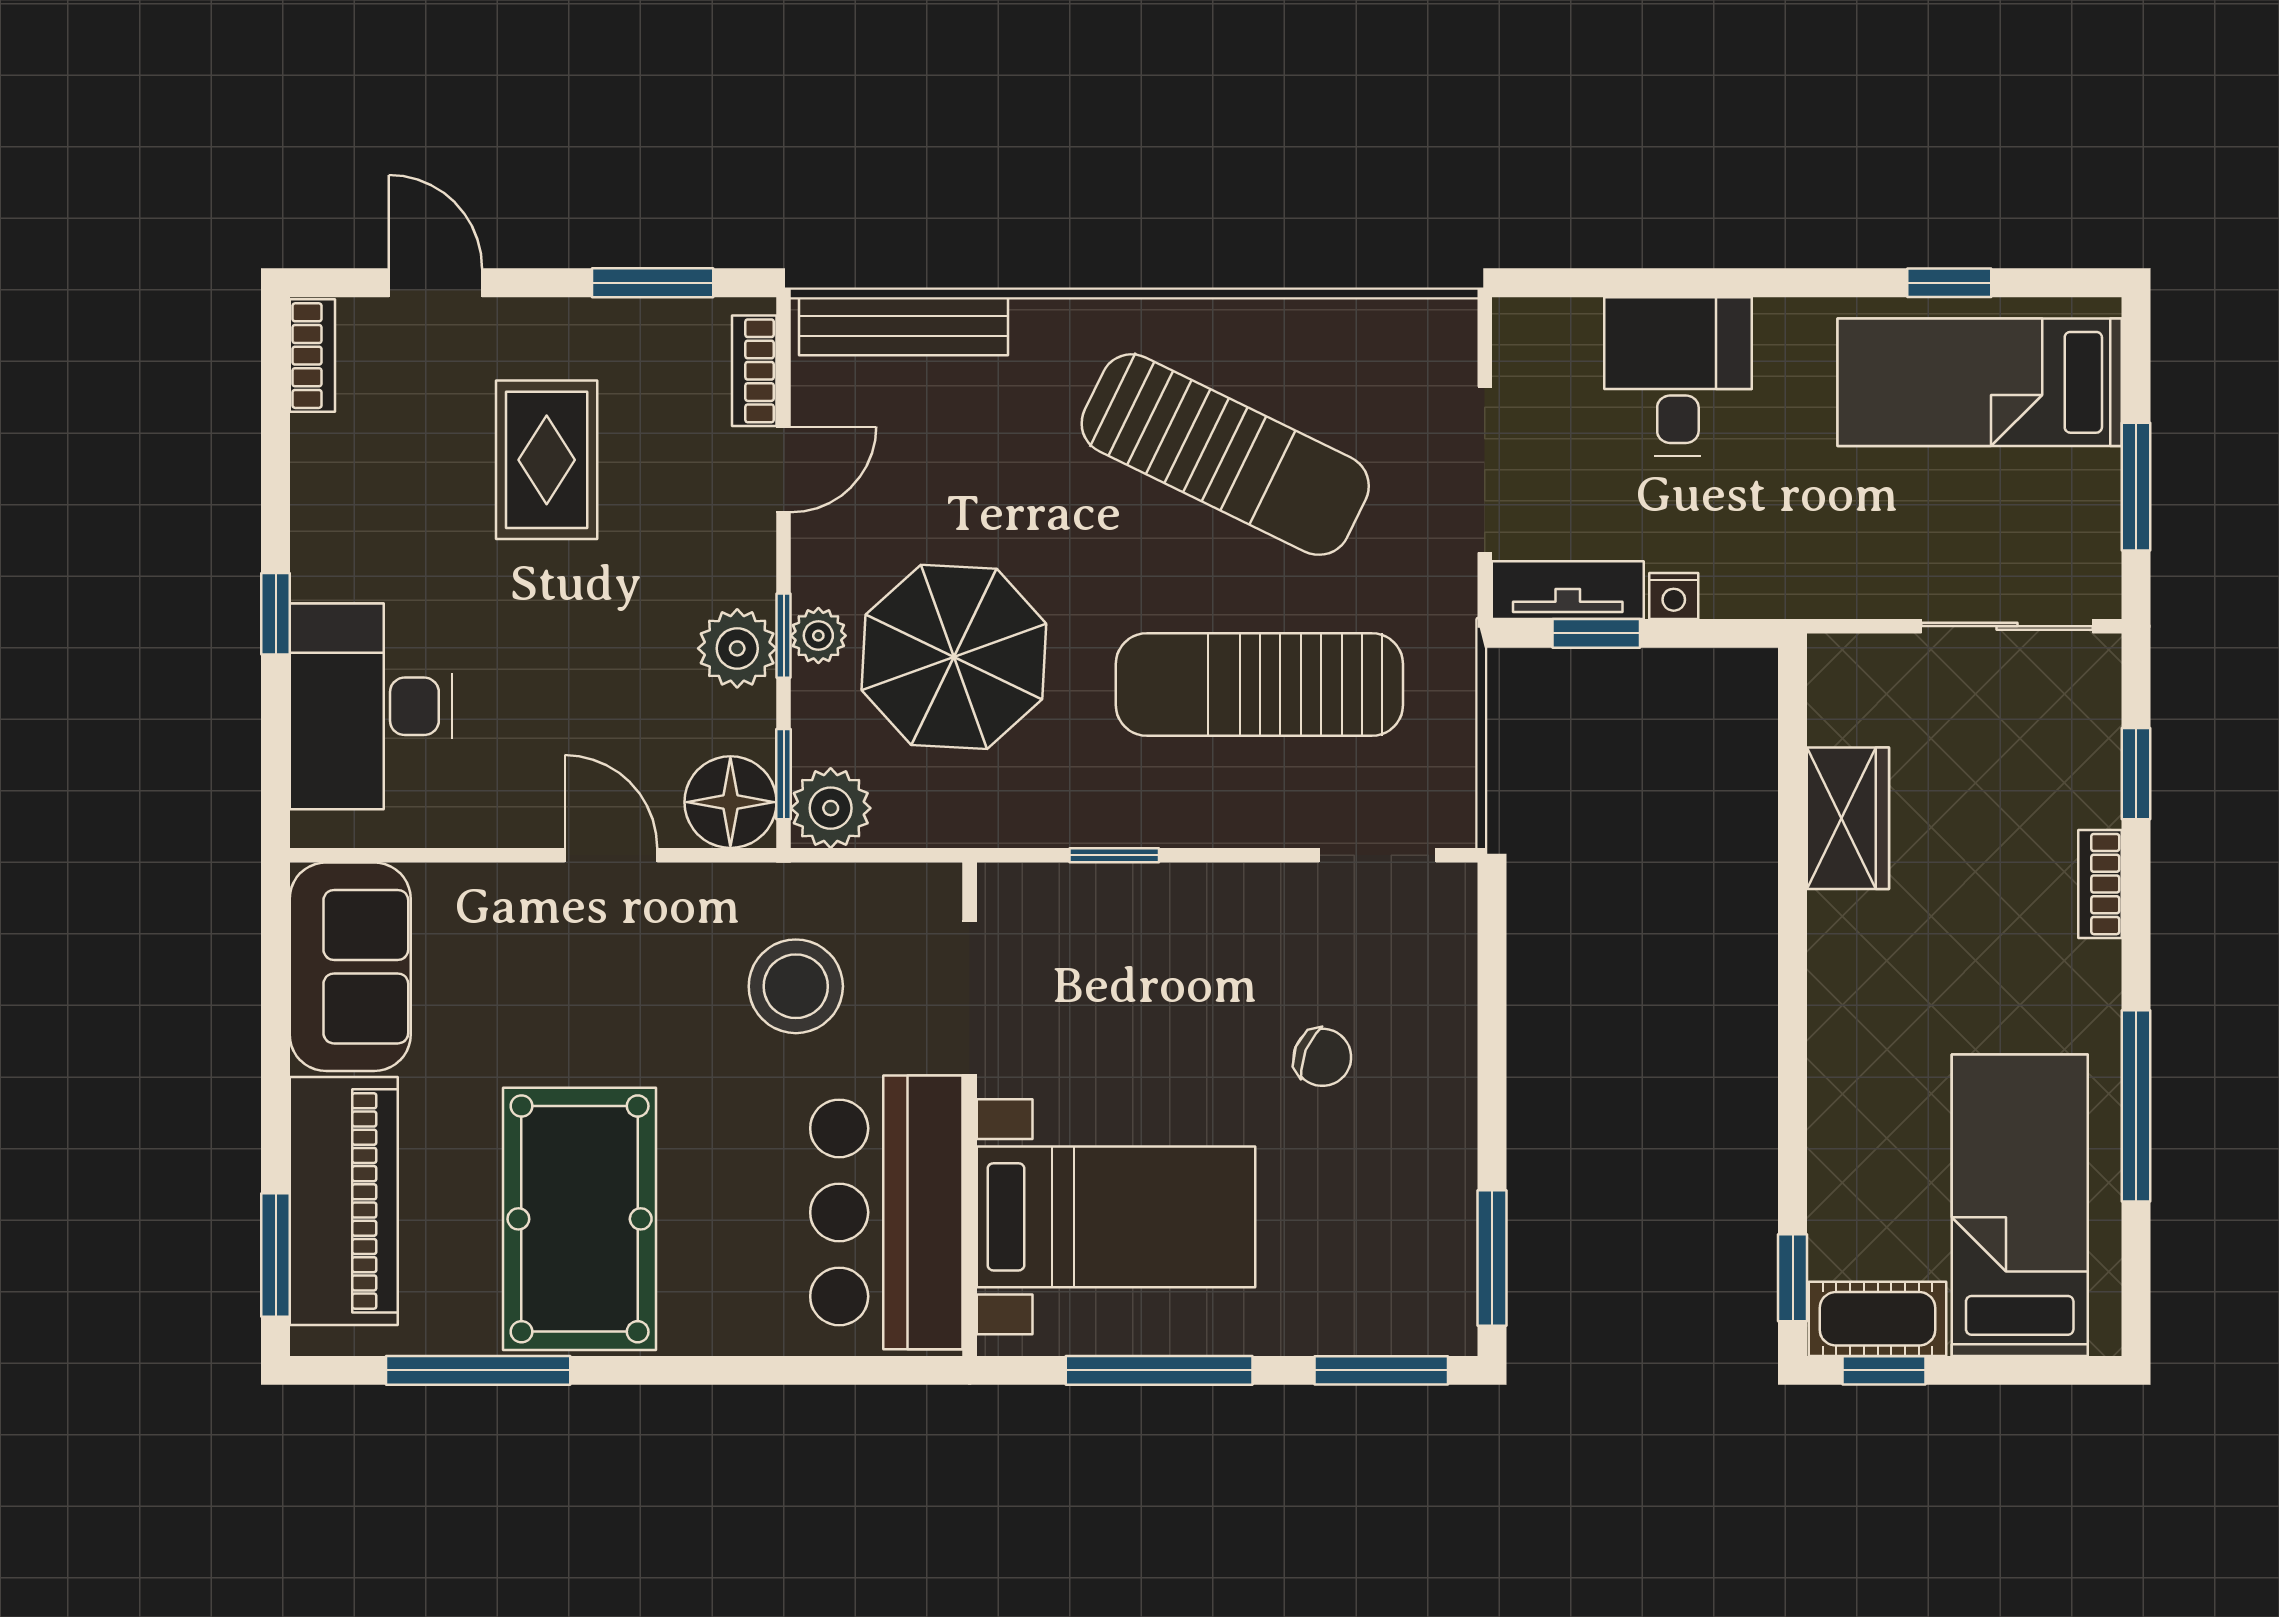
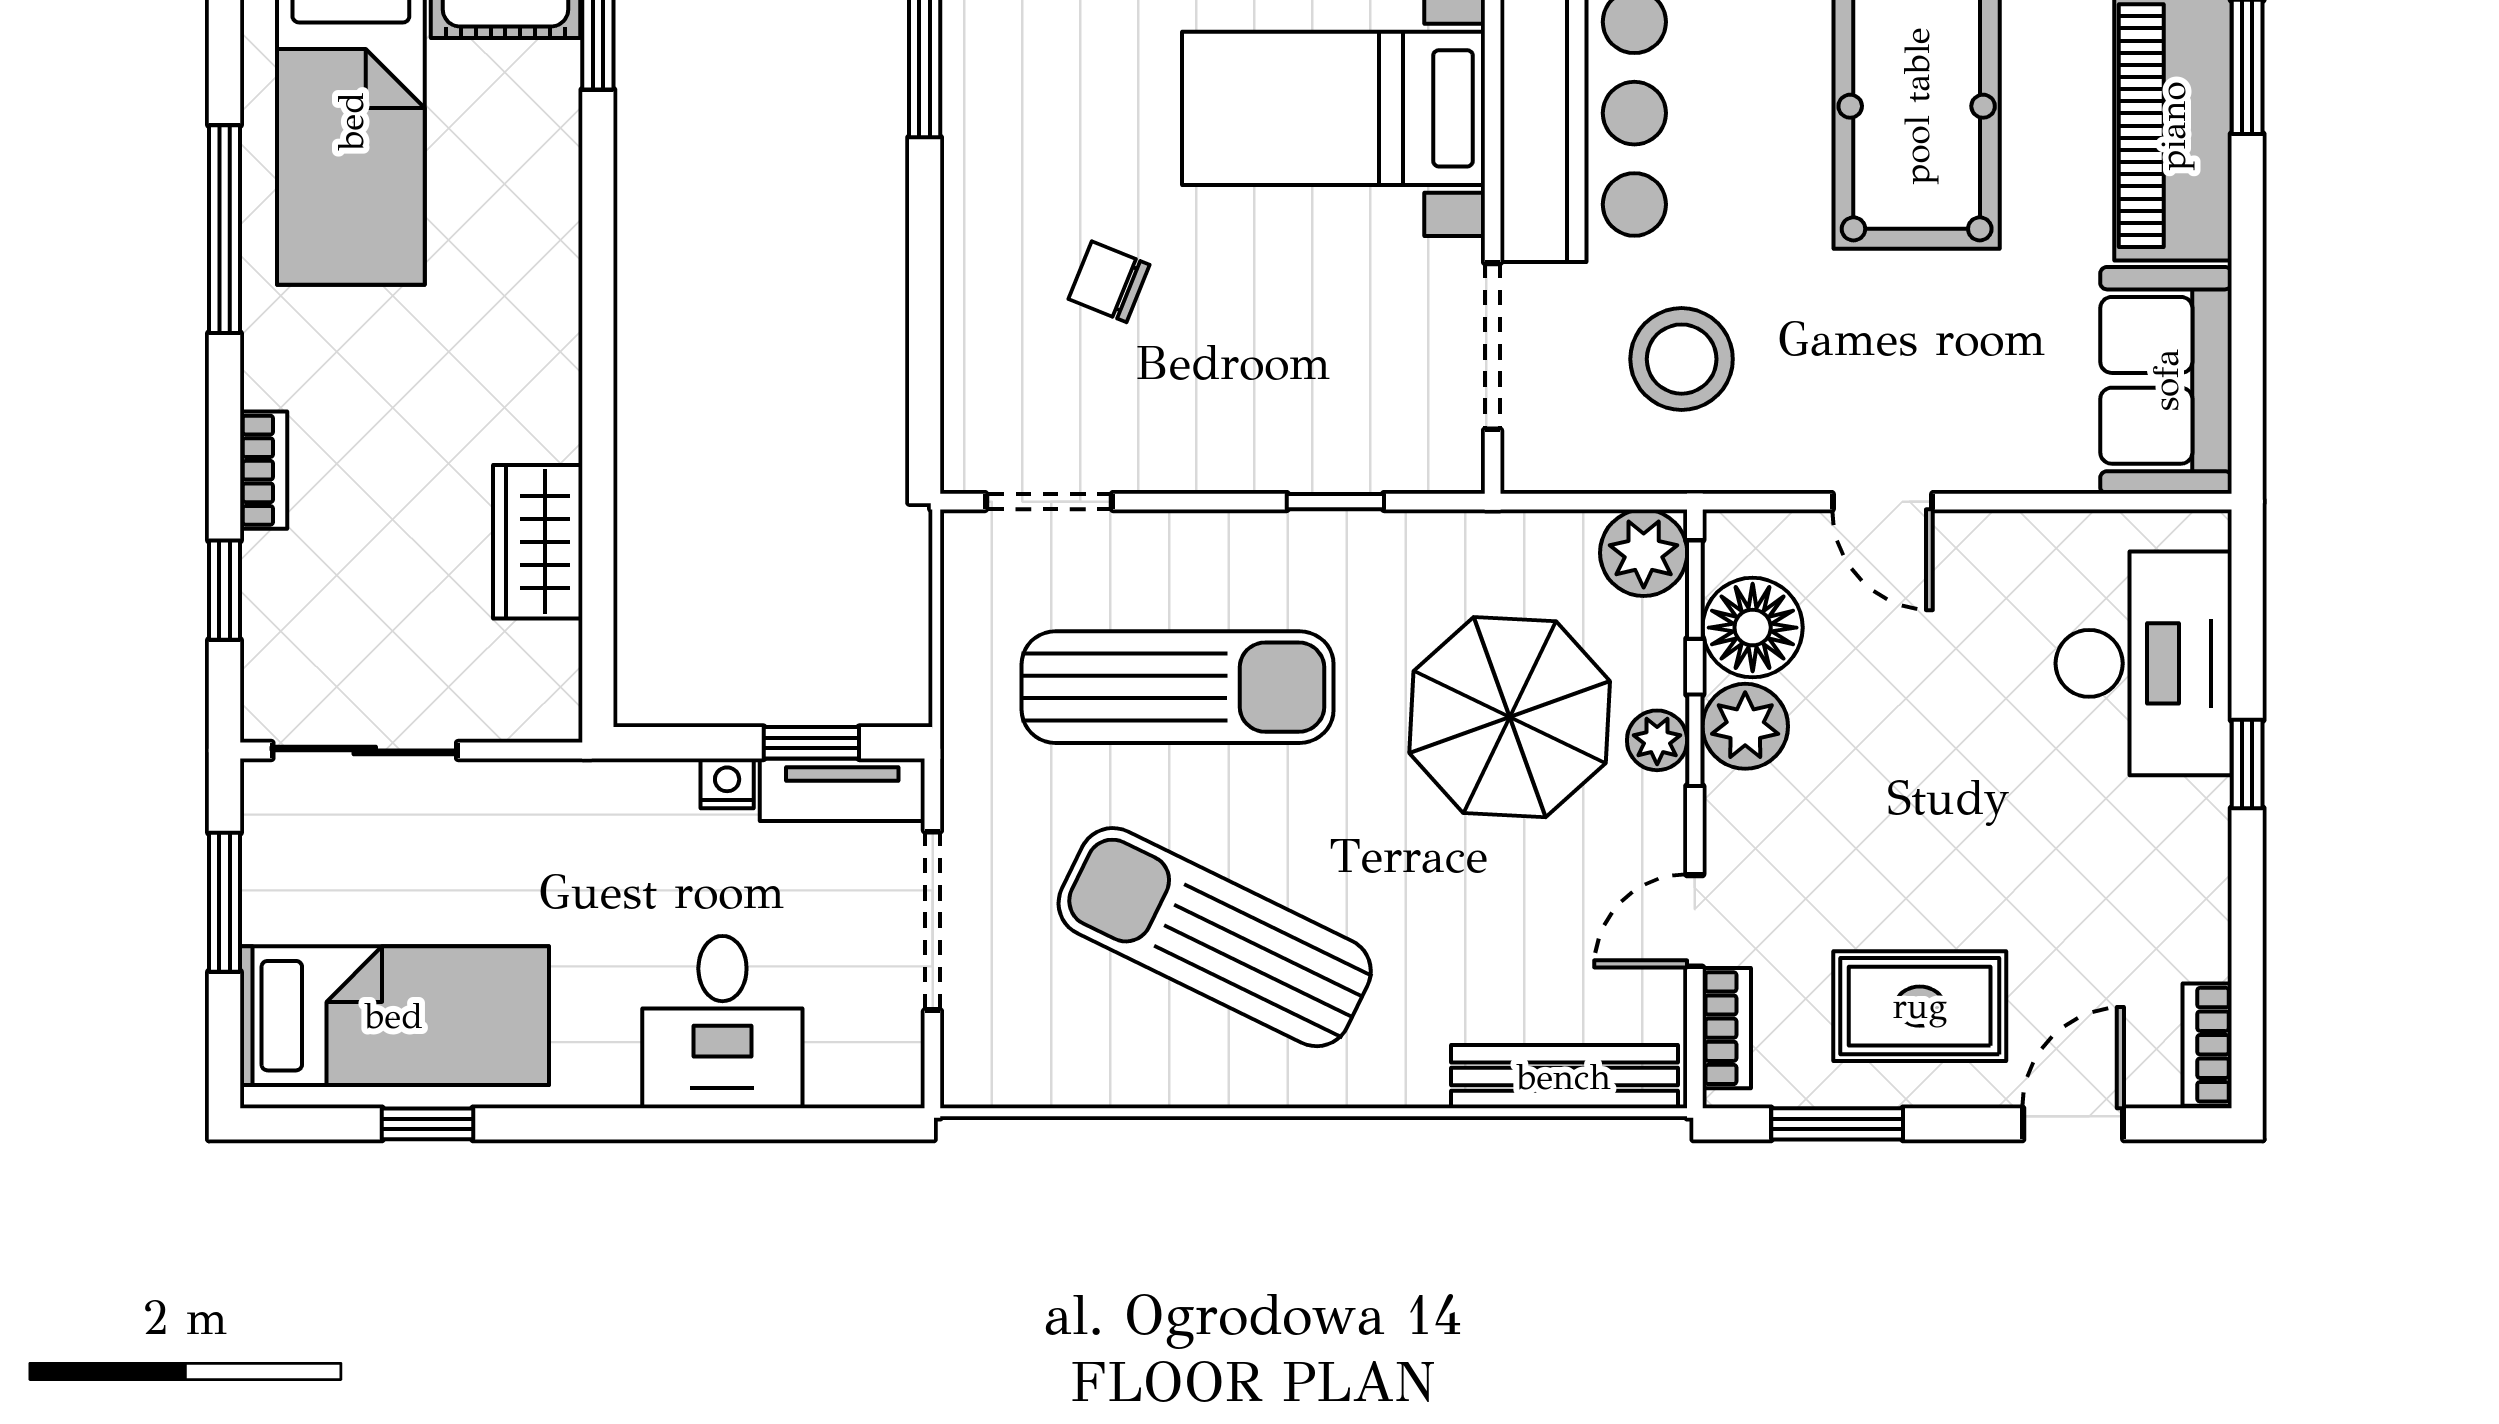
door: (436, 283) -> (2073, 1124), swing flipped
rug: (547, 460) -> (1920, 1006), moved, turned 90
floor lamp: (730, 802) -> (1753, 628), moved

